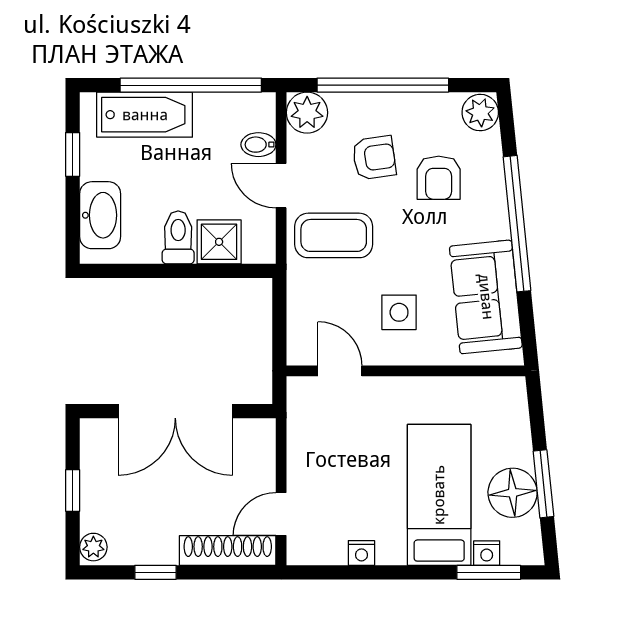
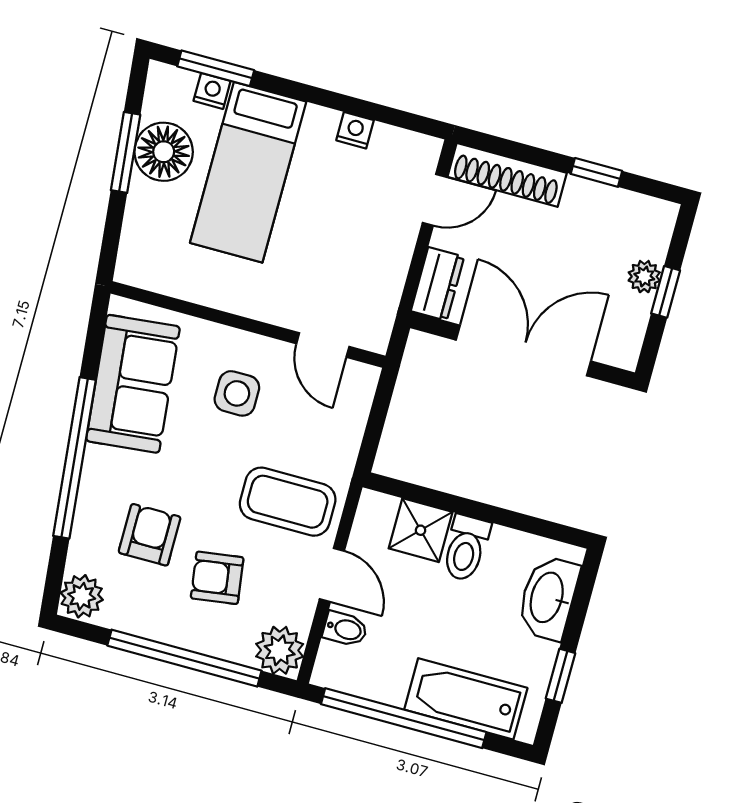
dresser: (260, 446) -> (437, 284), added
plant: (93, 547) -> (644, 277), moved

